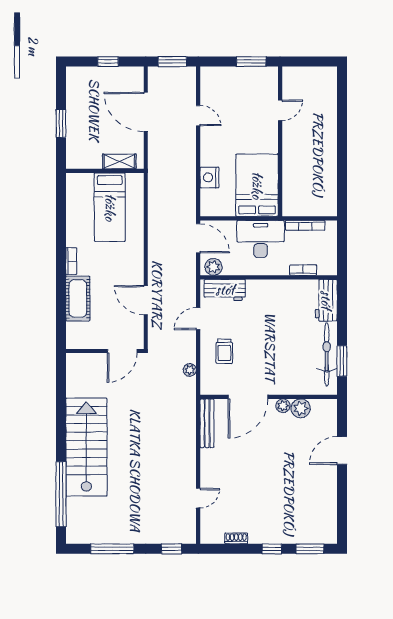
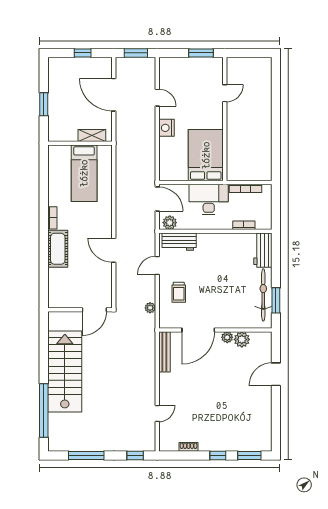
nightstand: (210, 177) -> (166, 128), moved
wall: (105, 351) -> (80, 310), moved
door: (122, 351) -> (94, 310), moved

